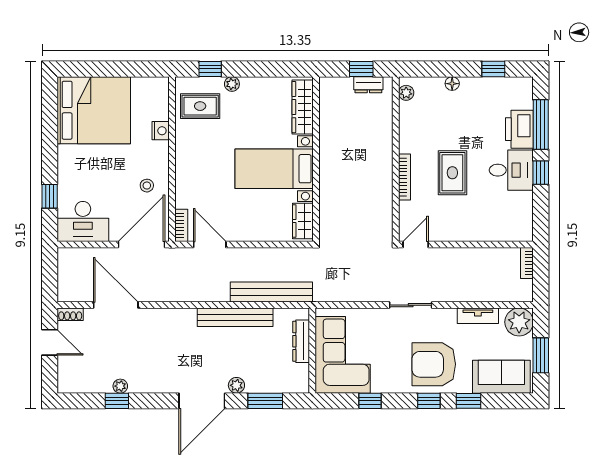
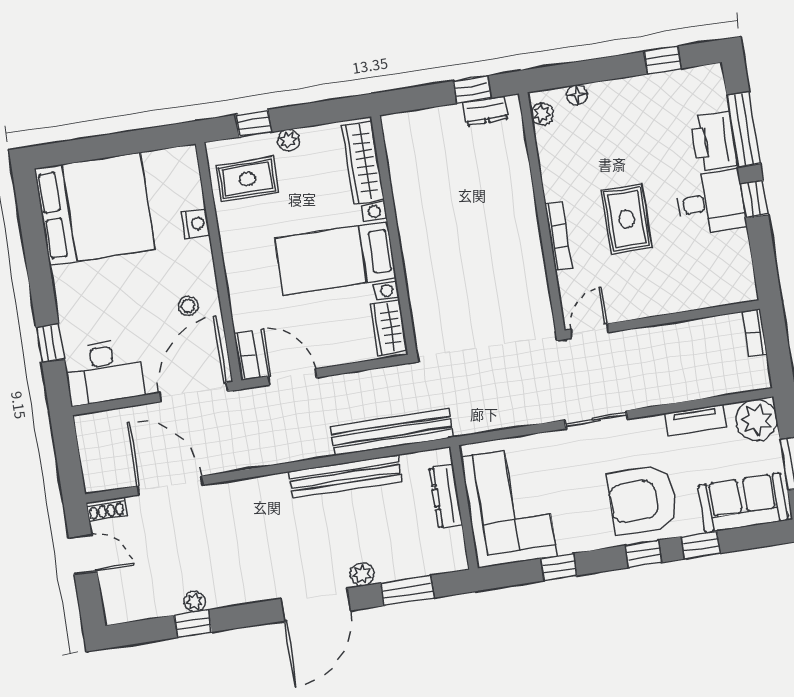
floor lamp: (452, 84) -> (577, 95), moved
wardrobe: (303, 107) -> (363, 163), moved
wall: (316, 159) -> (394, 235), moved
bed with nightstands: (274, 169) -> (335, 258), moved
wardrobe: (303, 221) -> (389, 327), moved

